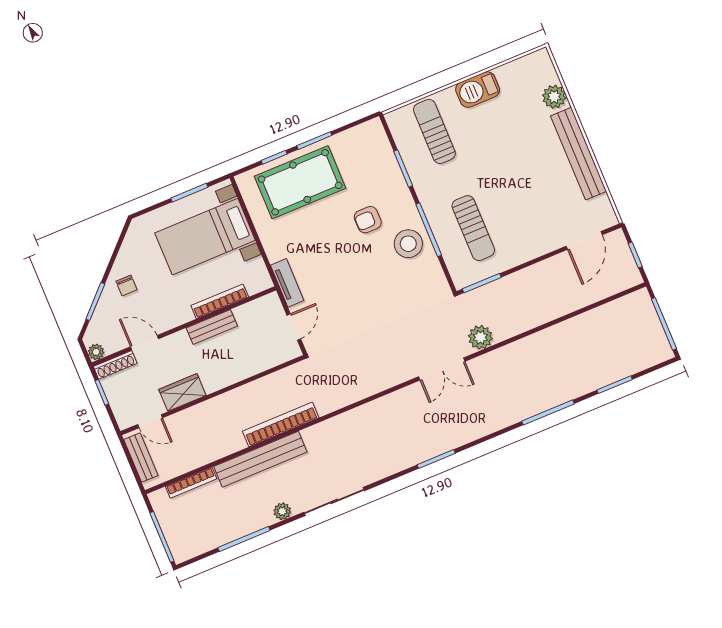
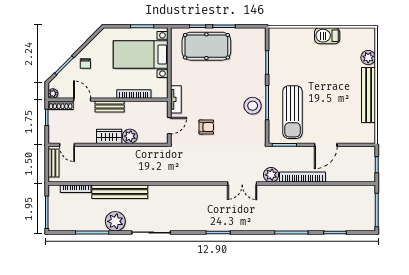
sun lounger: (434, 131) -> (293, 49), removed
armchair: (368, 220) -> (206, 127), moved, turned 180
sun lounger: (473, 228) -> (292, 112), width x1.36, depth x1.34
door: (584, 240) -> (326, 145), moved
bench: (212, 327) -> (110, 107), moved
plant: (240, 368) -> (130, 136), added
wardrobe: (182, 392) -> (109, 136), moved
bookcase: (281, 424) -> (302, 177), moved
plant: (282, 511) -> (115, 221), width x1.87, depth x1.87

